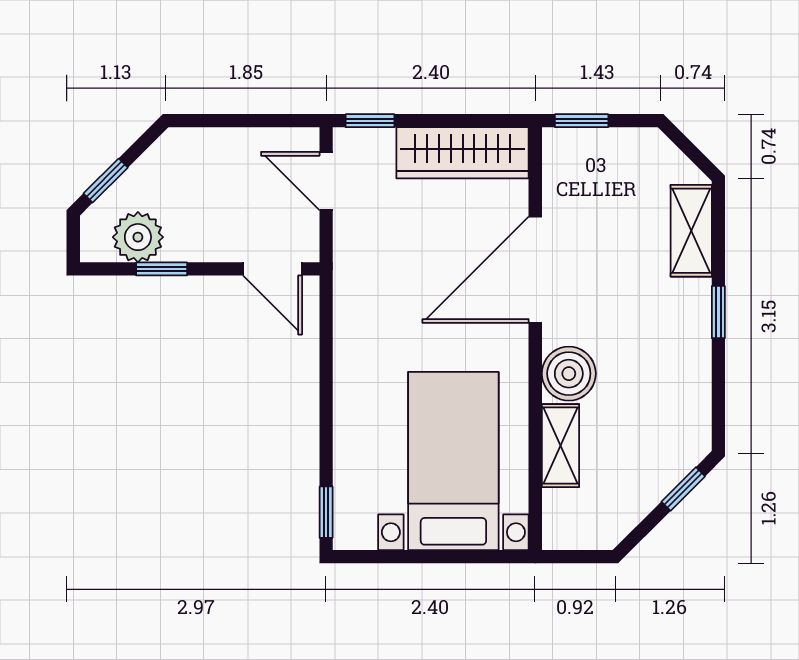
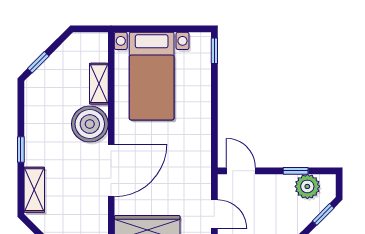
boiler: (569, 374) -> (90, 124), width x1.37, depth x1.37

